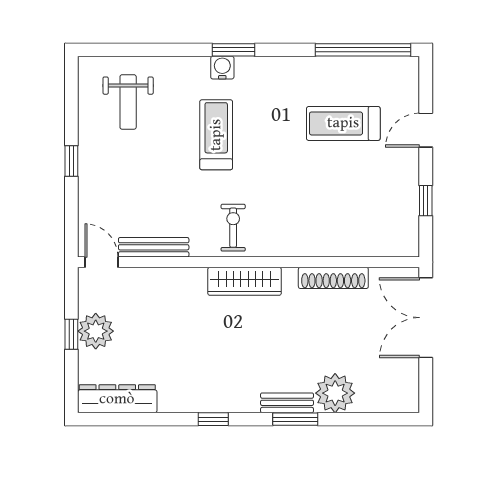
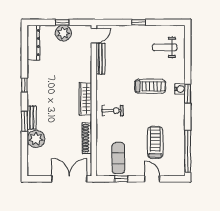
exercise mat: (379, 207) -> (118, 158), added
exercise bike: (233, 228) -> (112, 111), moved

